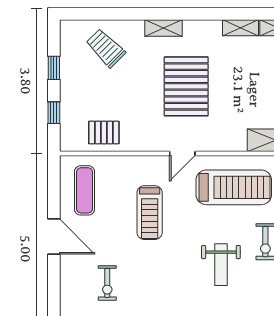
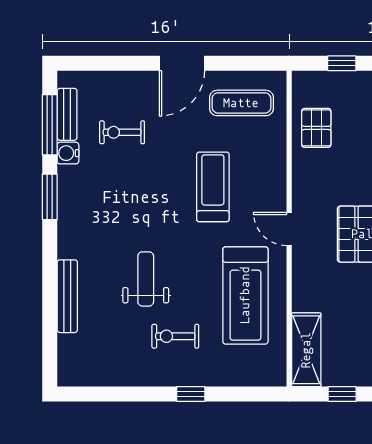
treadmill: (150, 213) -> (213, 187), turned 90
weight bench: (221, 265) -> (146, 279), turned 90

